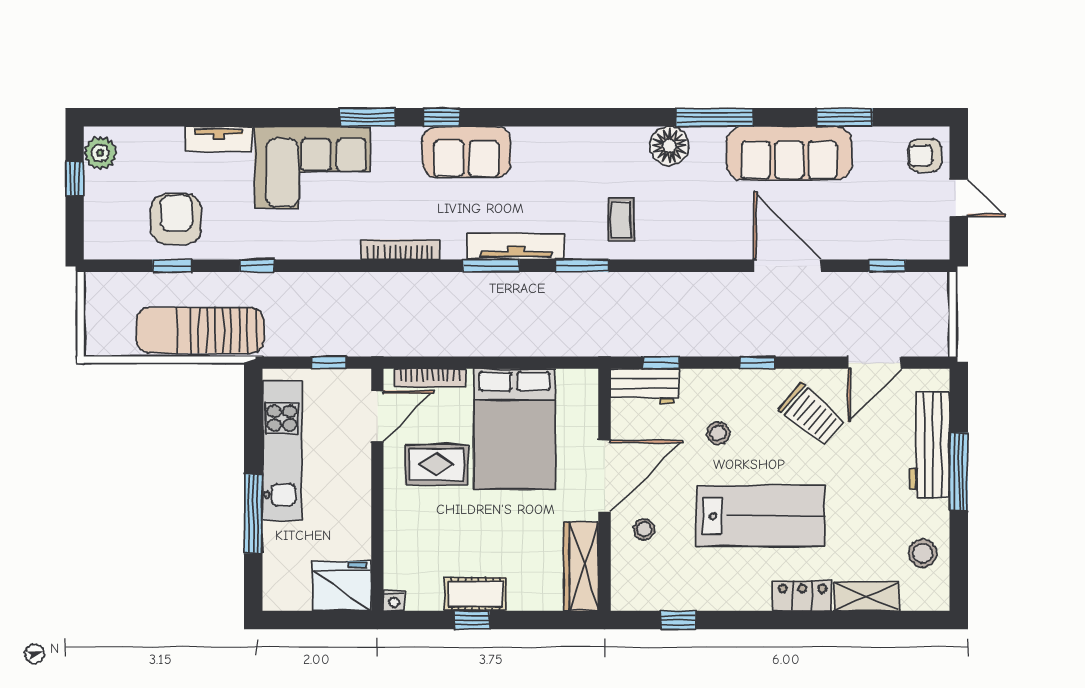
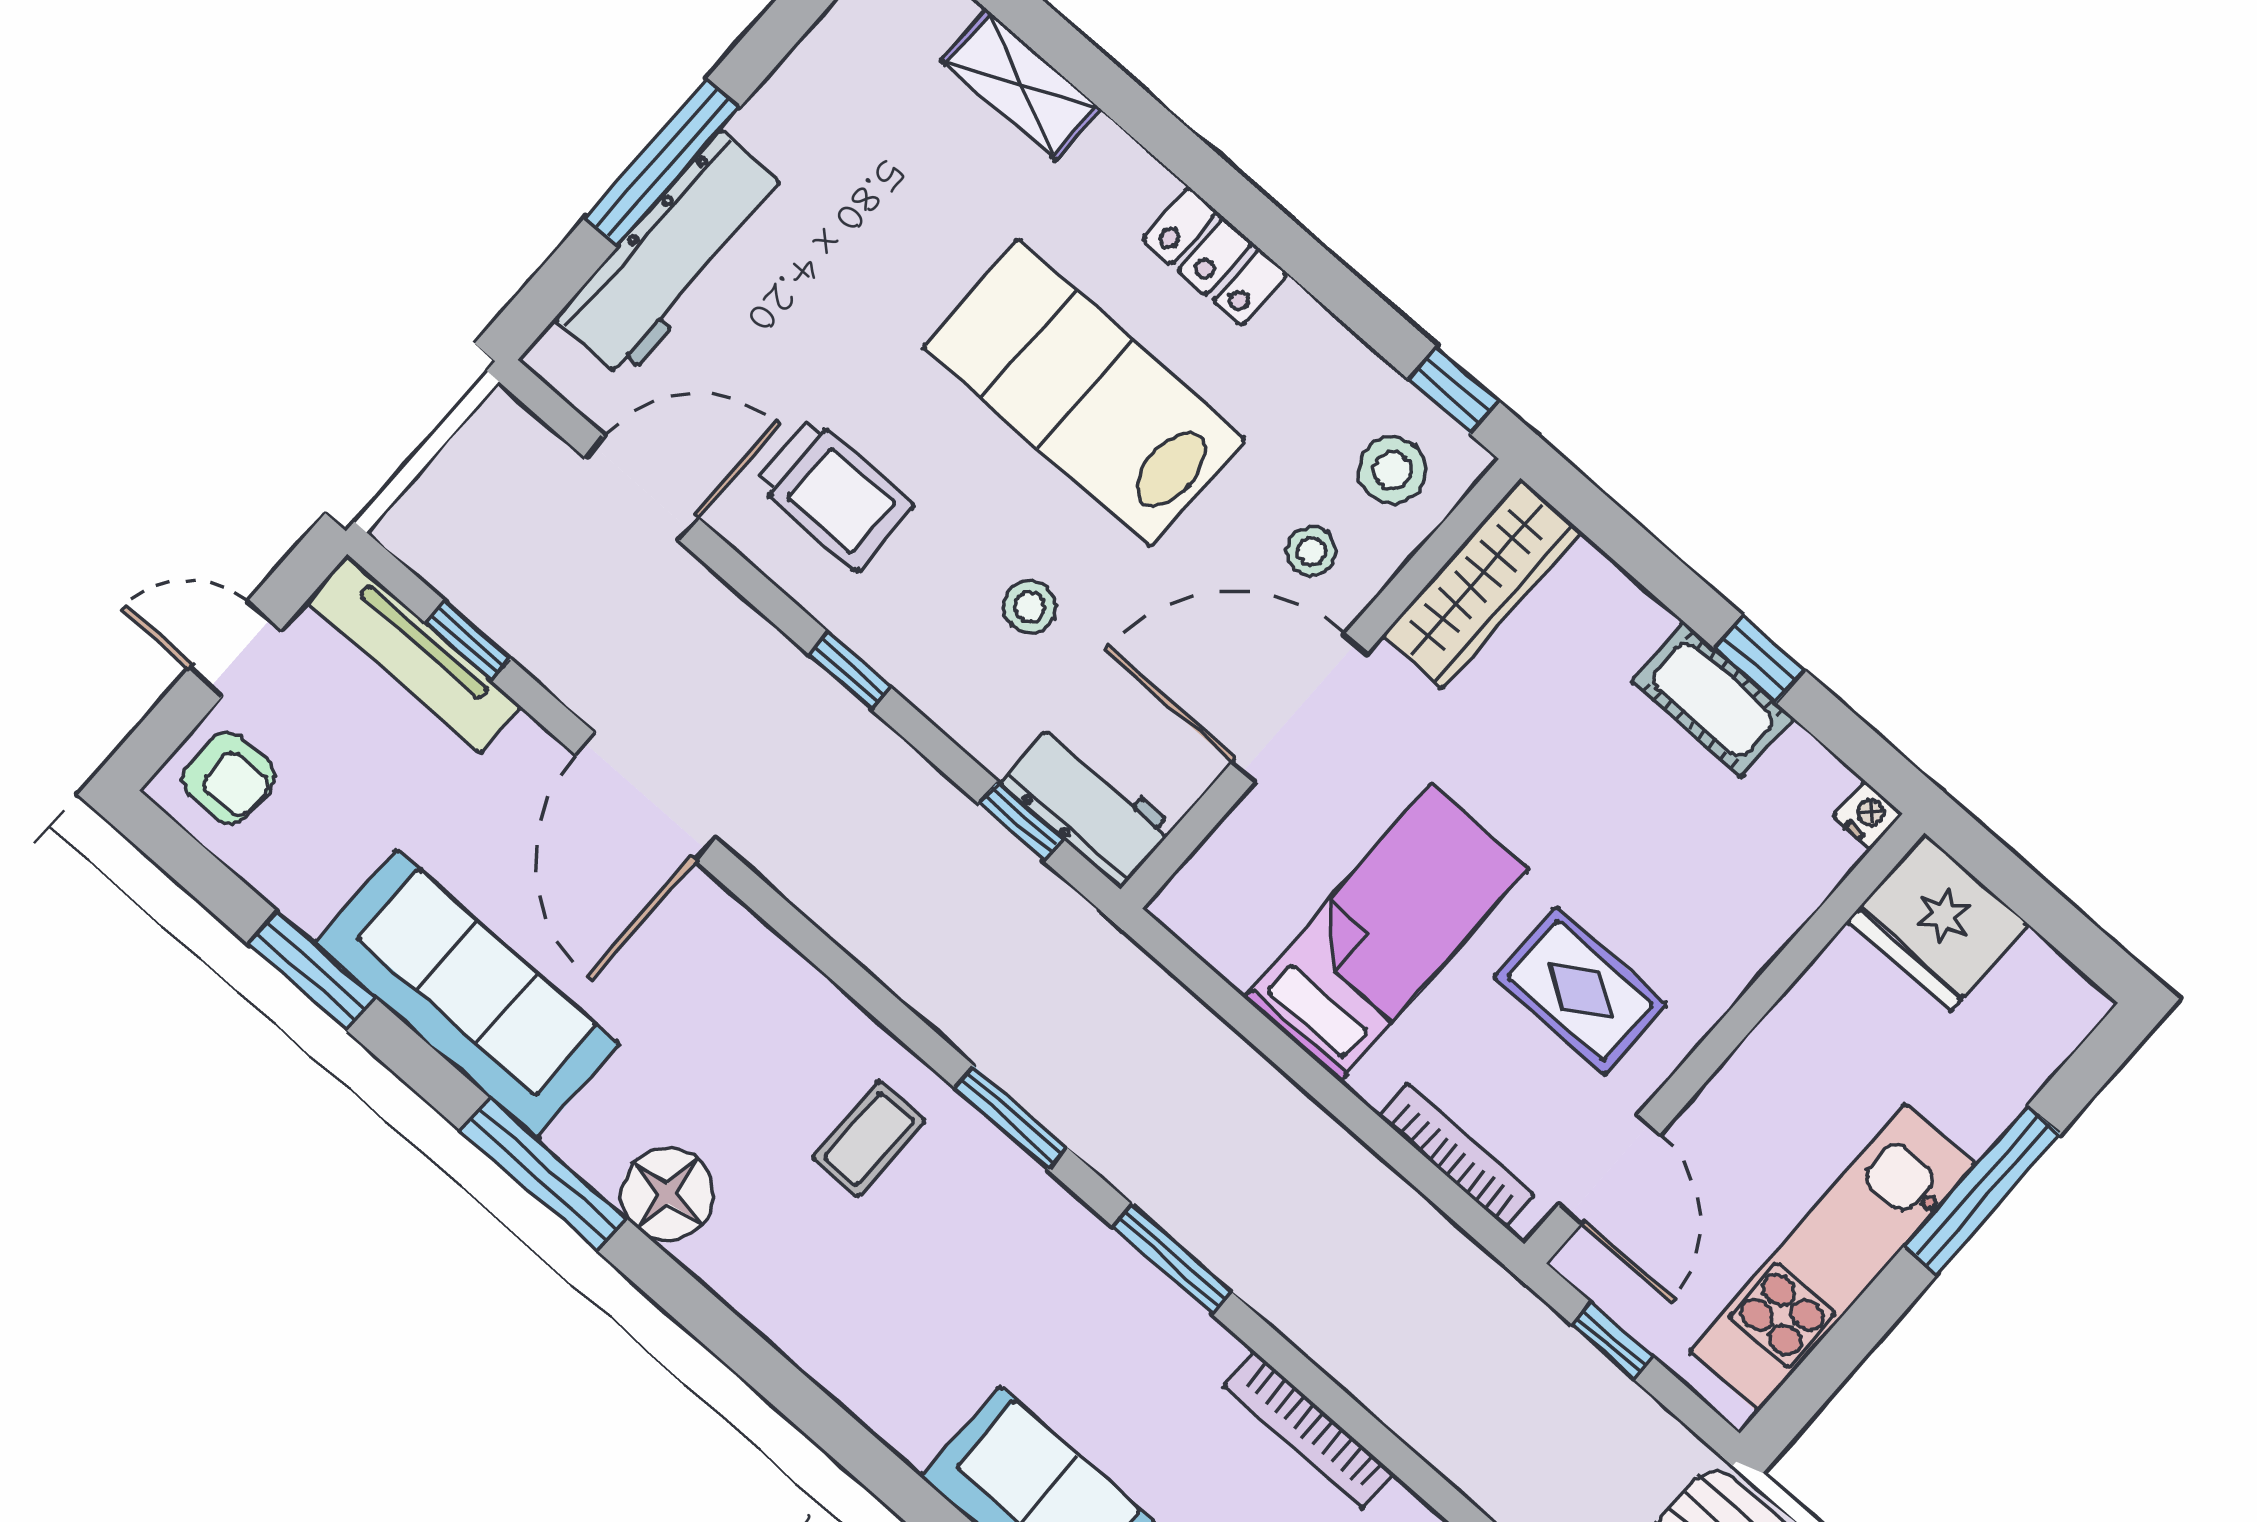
door: (959, 198) -> (235, 649), hinge flipped
tv unit: (516, 246) -> (414, 654), moved
trolley: (812, 414) -> (834, 494), turned 140
door: (377, 416) -> (1609, 1169), swing flipped
bed: (514, 429) -> (1386, 933), width x0.67
stool: (923, 553) -> (1392, 470), moved
locker: (802, 596) -> (1215, 257), moved
window: (678, 620) -> (1454, 390), moved

